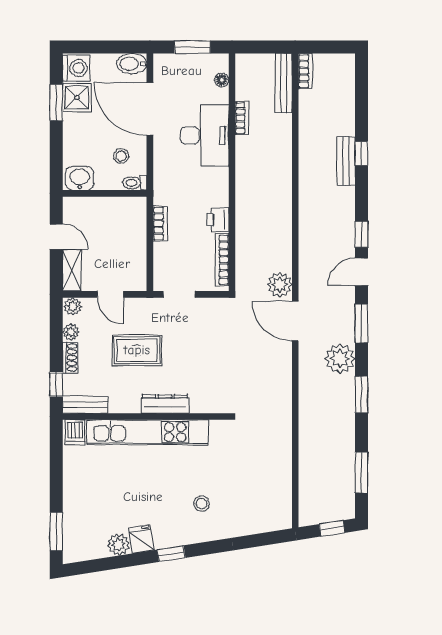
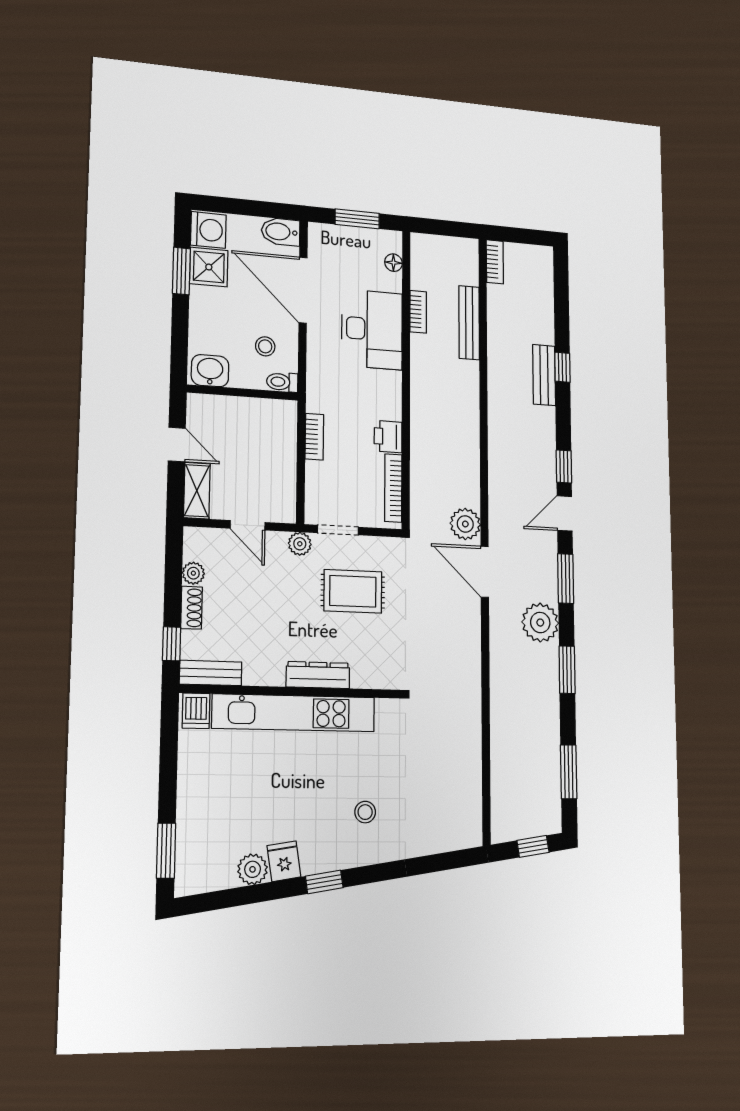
bench: (284, 83) -> (469, 323), moved
plant: (73, 306) -> (300, 544), moved
rug: (137, 350) -> (353, 591), moved

